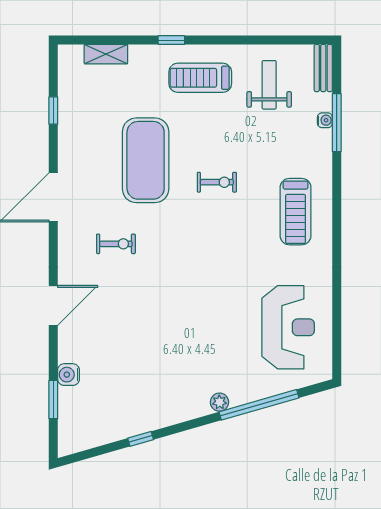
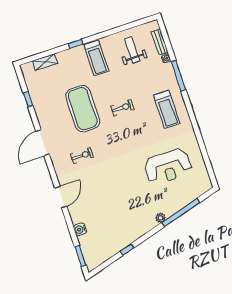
bench: (323, 68) -> (160, 42), moved
treadmill: (200, 78) -> (96, 58), turned -90
window: (337, 123) -> (178, 76), moved
reception desk: (288, 327) -> (168, 167), moved, turned 90
window: (53, 400) -> (80, 256), moved

